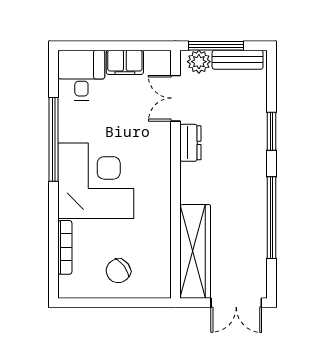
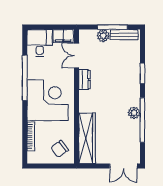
double door: (176, 98) -> (76, 55), moved
dresser: (190, 143) -> (85, 80), moved
wall: (176, 174) -> (76, 97), moved
plant: (256, 204) -> (134, 113), added
wardrobe: (195, 251) -> (87, 138), moved

